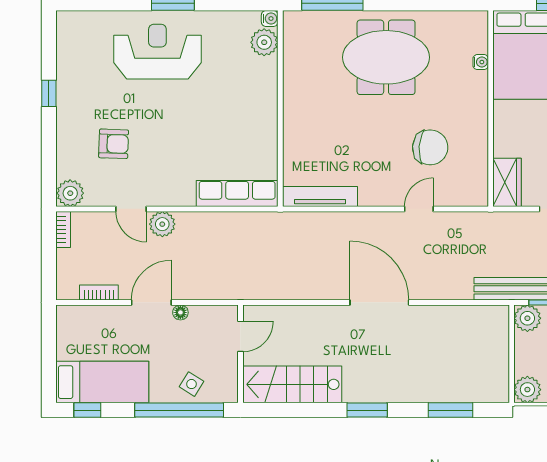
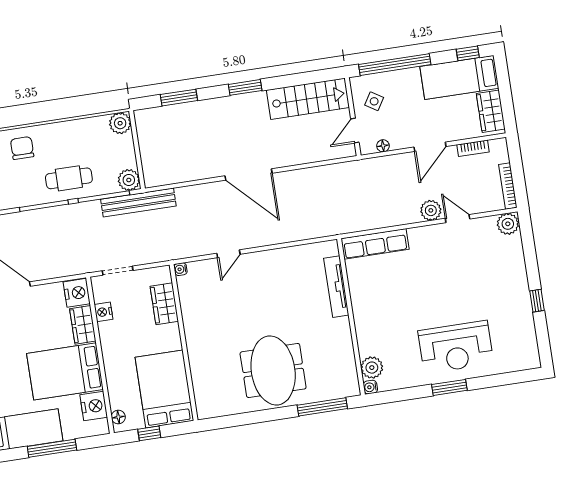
meeting table: (386, 57) -> (273, 370), turned 90
water cooler: (481, 62) -> (181, 269), moved
armchair: (114, 144) -> (479, 268), removed
chair: (430, 147) -> (227, 304), removed
wardrobe: (507, 182) -> (164, 304), moved
tv unit: (320, 197) -> (336, 287), moved, turned 90
bookcase: (63, 229) -> (508, 186), width x1.56
floor lamp: (180, 312) -> (383, 146), moved
wardrobe: (70, 335) -> (491, 111), added
side table: (191, 384) -> (374, 101), moved

